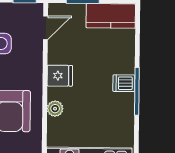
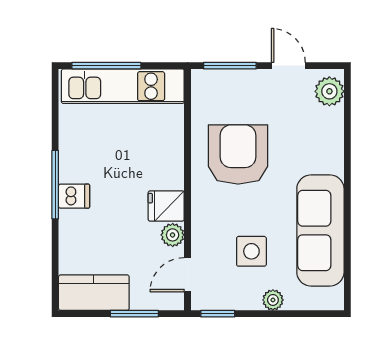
plant: (55, 109) -> (173, 235), moved

